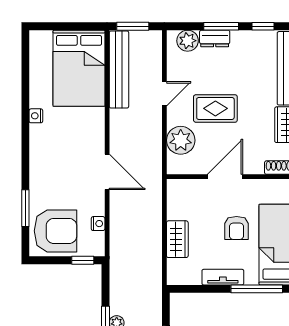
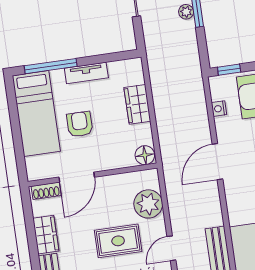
door: (107, 172) -> (217, 162), hinge flipped
door: (225, 177) -> (77, 177), moved
floor lamp: (177, 188) -> (145, 155), added

